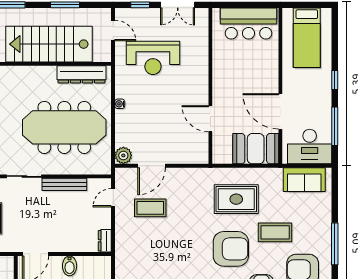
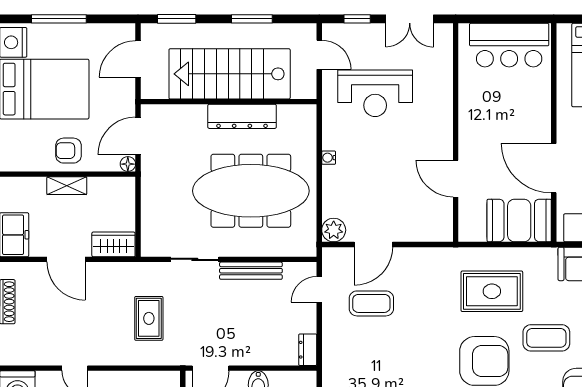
dresser: (81, 74) -> (242, 116), moved

